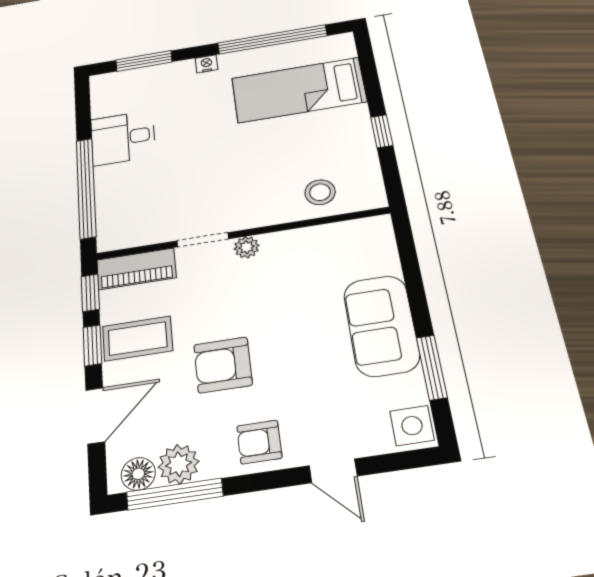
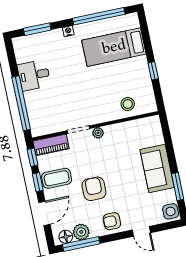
armchair: (223, 365) -> (94, 189), turned 90

